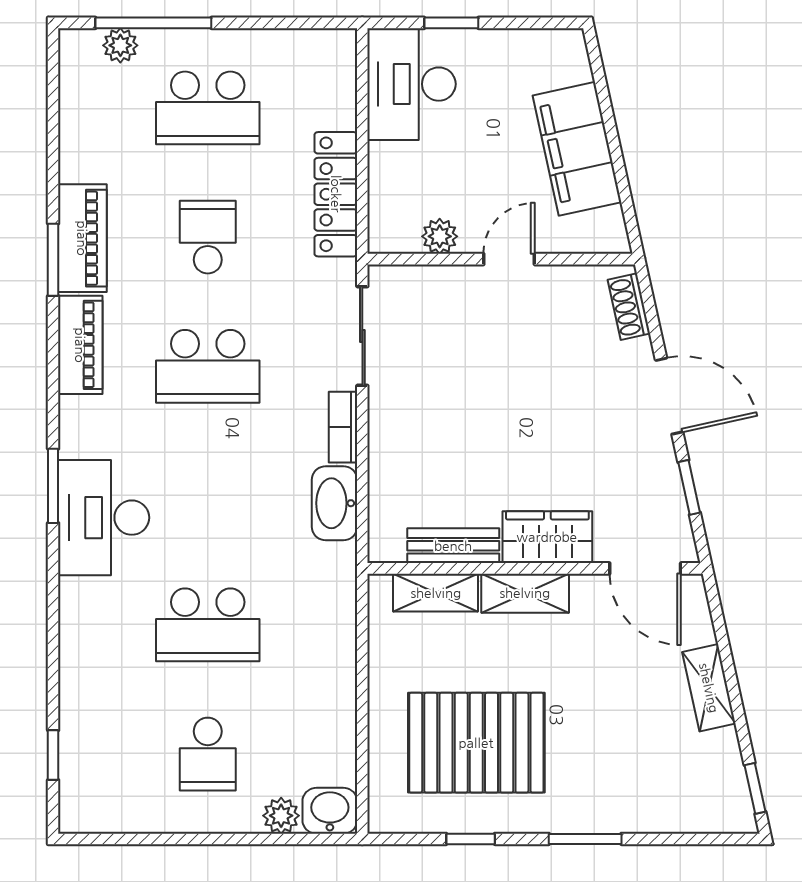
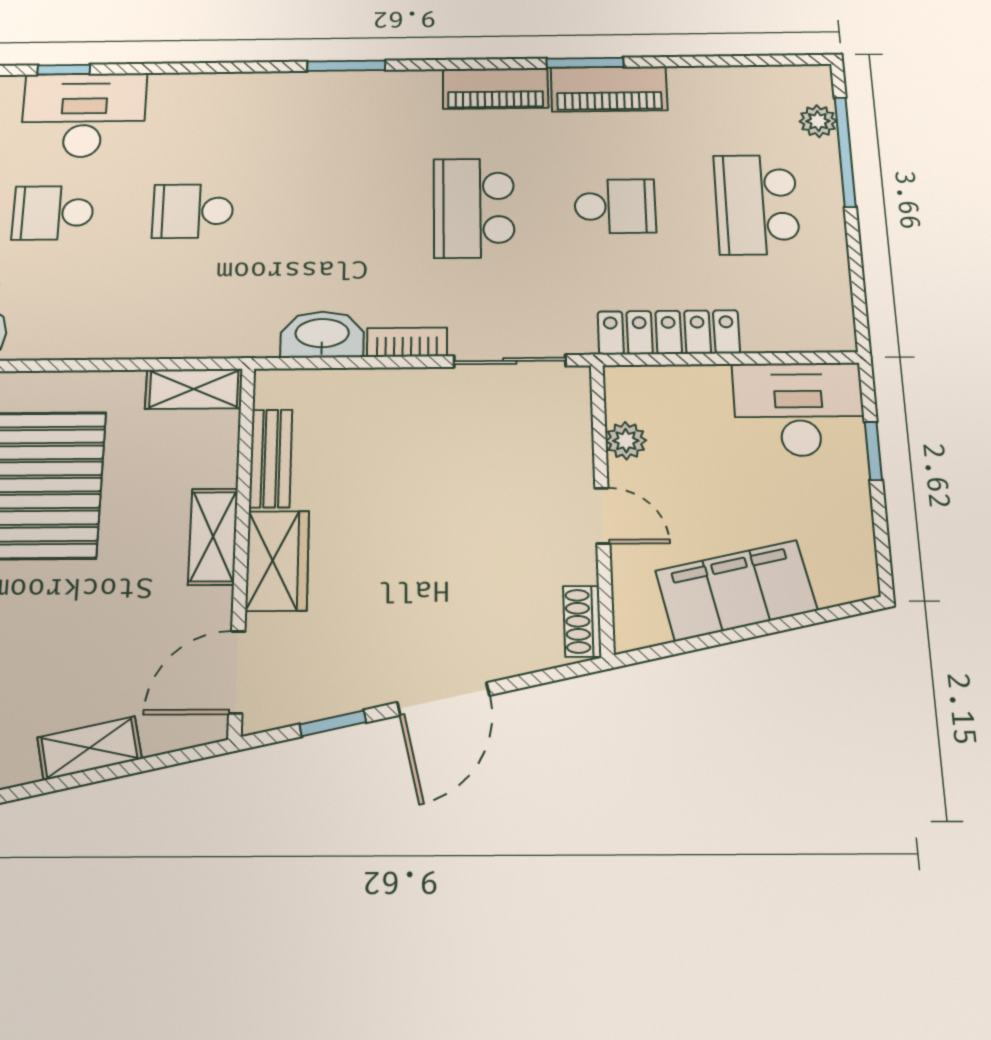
shoe rack: (629, 307) -> (582, 621), moved, turned -78
desk: (104, 518) -> (84, 115), moved
shelving: (436, 593) -> (194, 389), moved, turned 90
school desk: (208, 625) -> (193, 211), width x0.54

